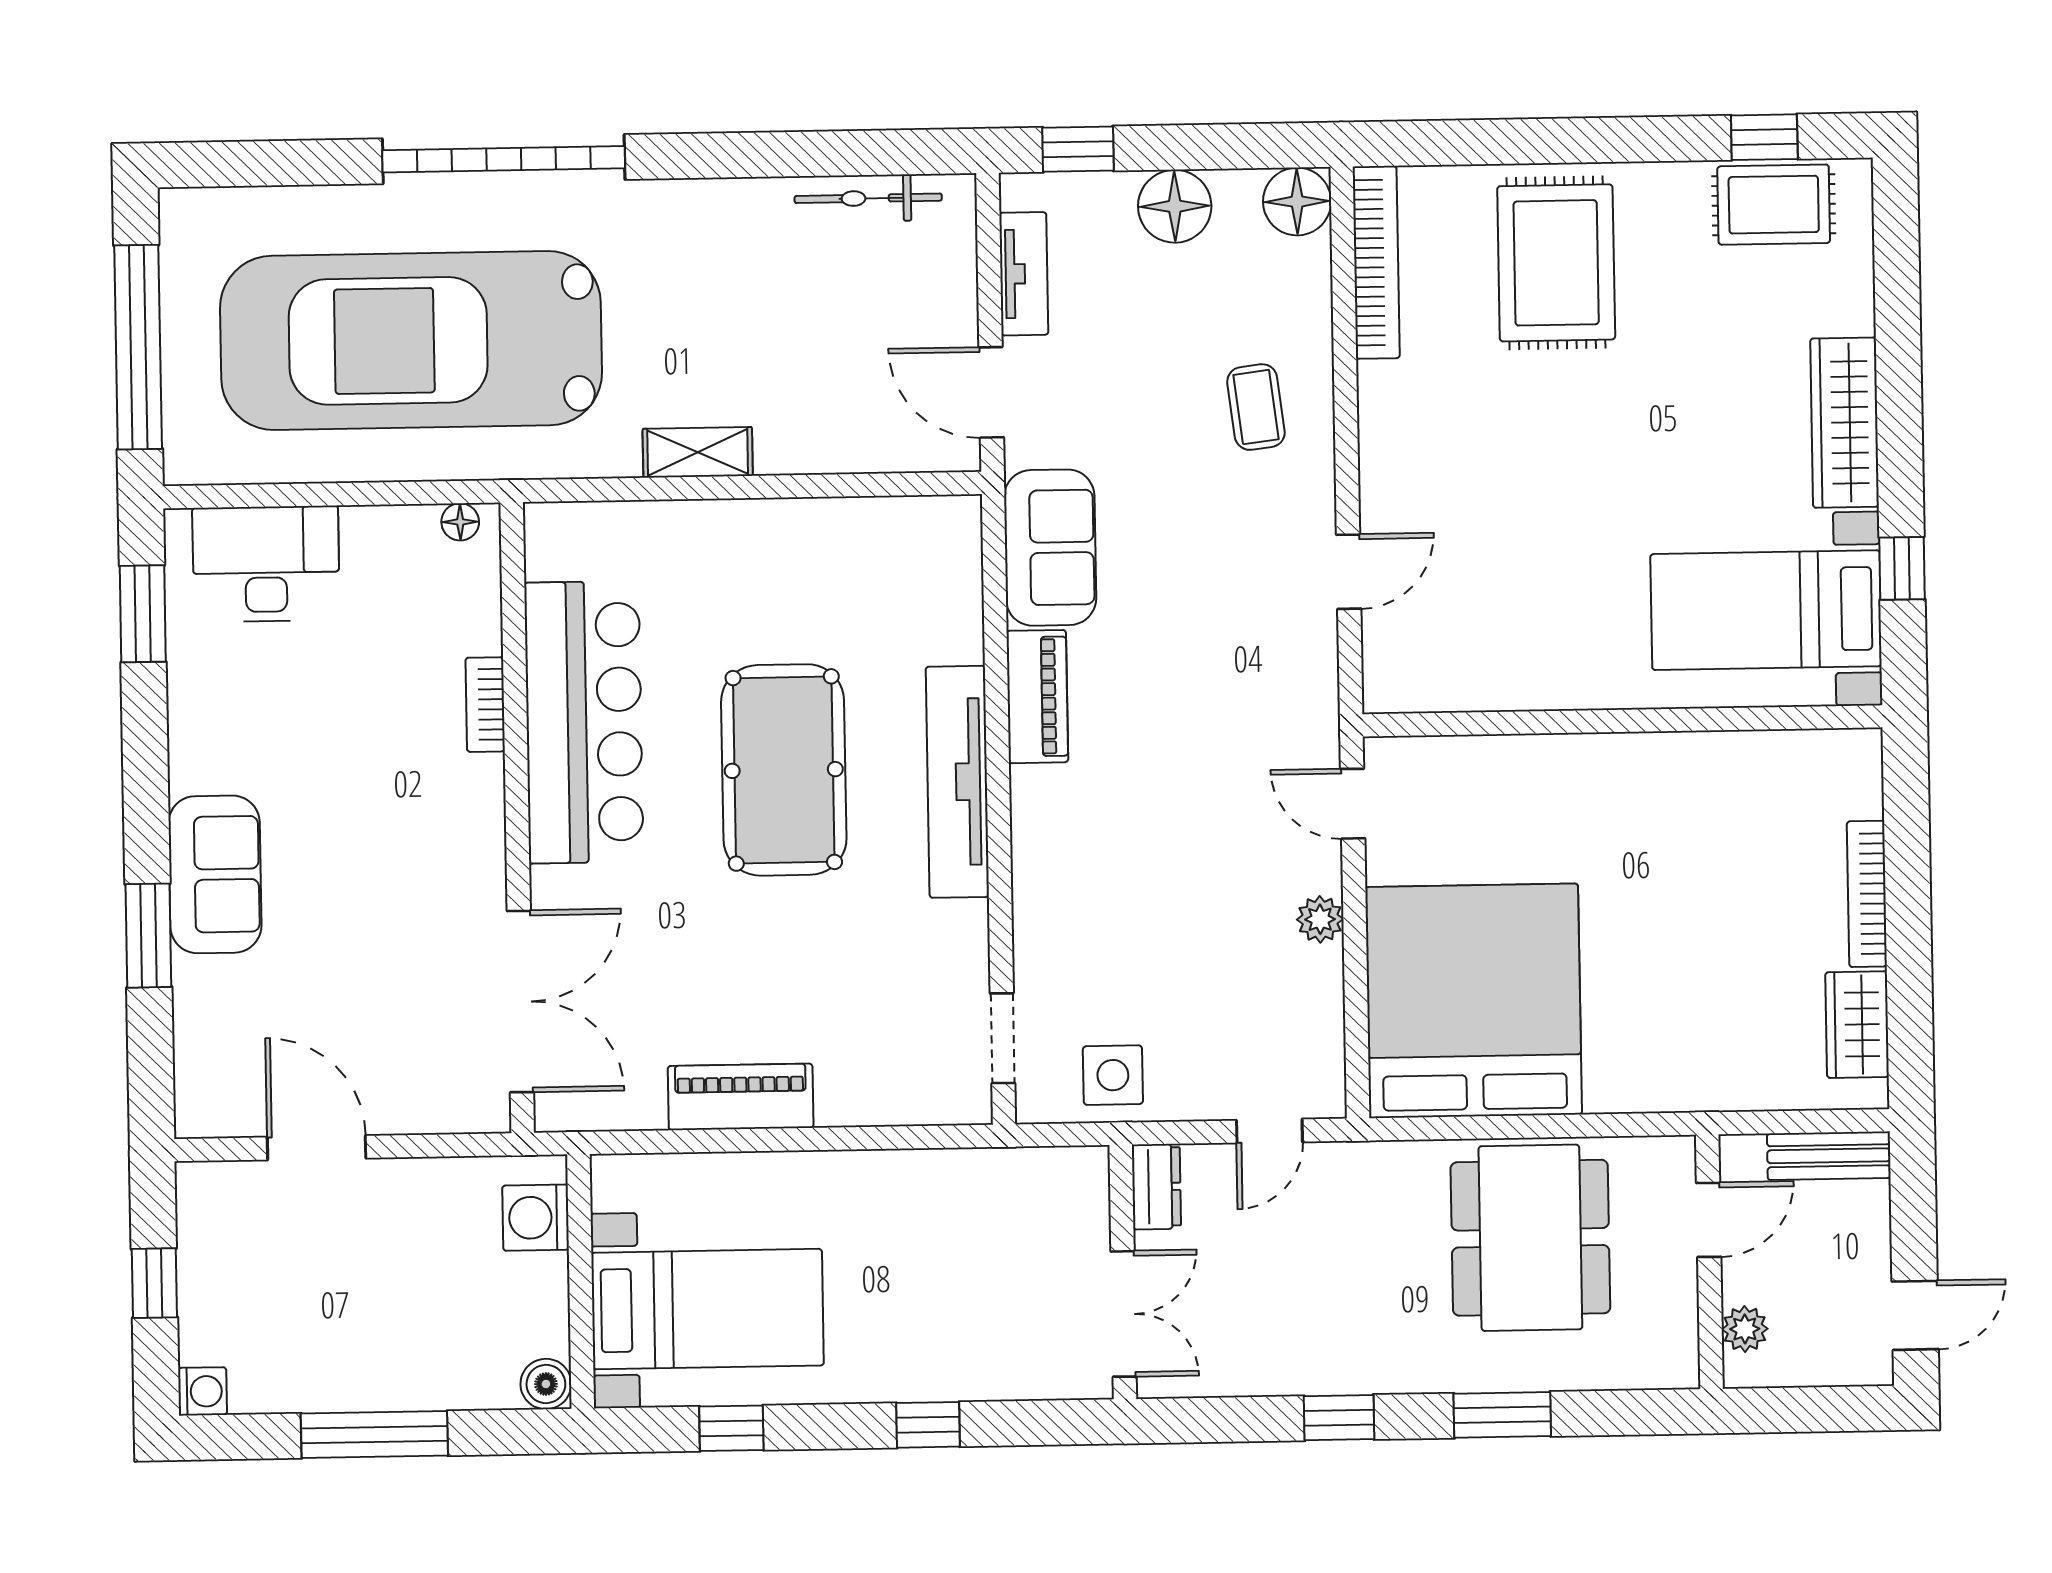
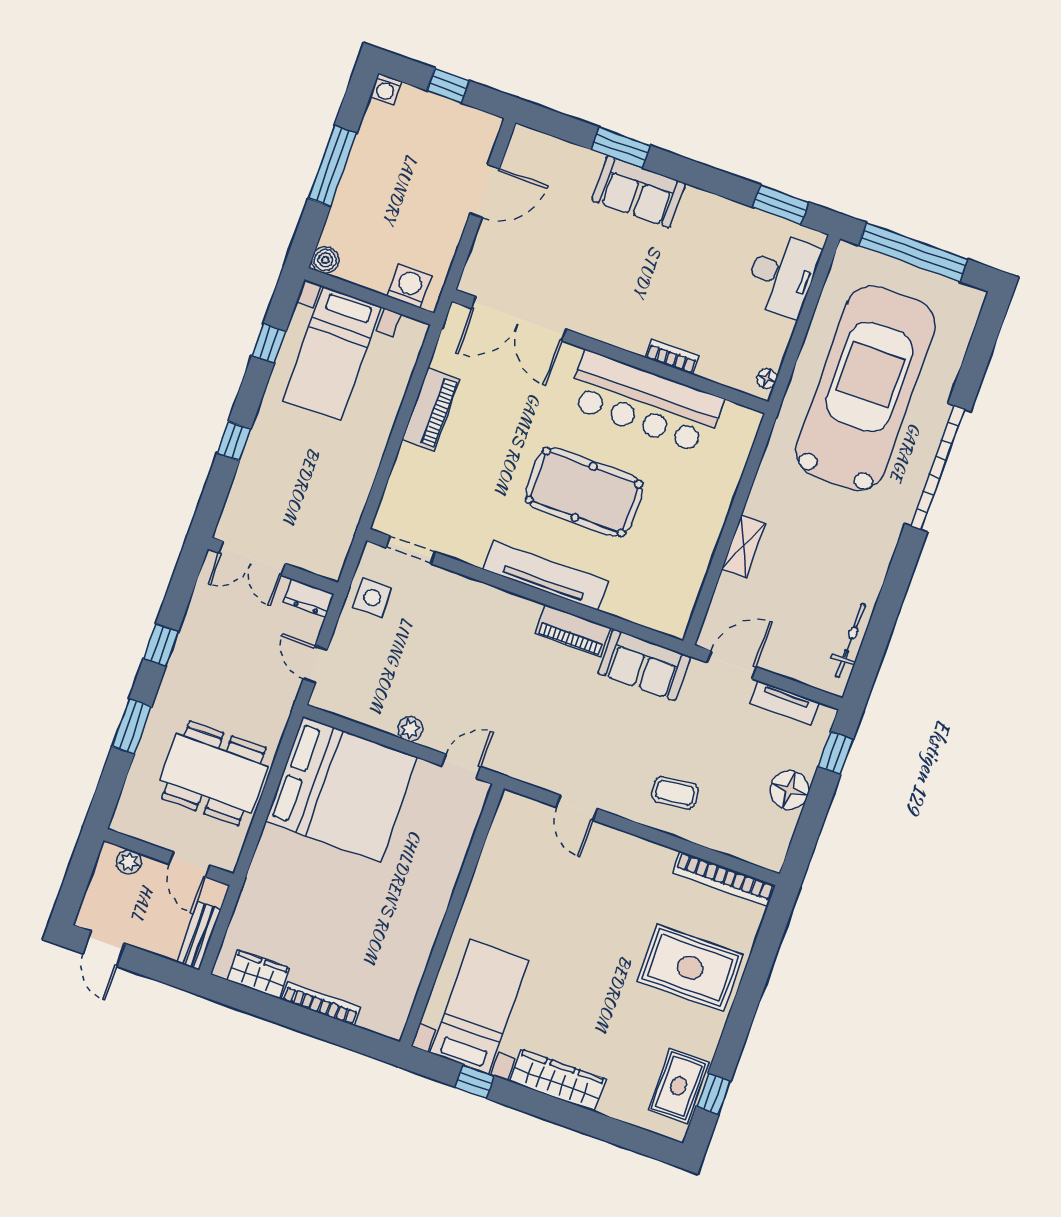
floor lamp: (1297, 202) -> (769, 851), removed
shelving: (698, 452) -> (743, 546), moved

